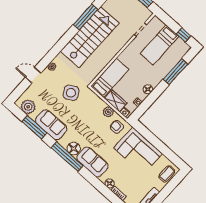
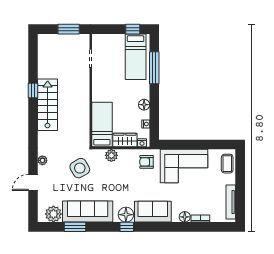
window: (86, 17) -> (33, 91), width x0.46
stairs: (90, 37) -> (48, 105), width x0.73, depth x0.66
bed: (159, 45) -> (136, 57), moved
plant: (108, 112) -> (111, 155), moved
sofa: (51, 125) -> (88, 212), width x1.36
window: (34, 127) -> (75, 227), width x0.69
window: (67, 157) -> (127, 227), width x0.32

